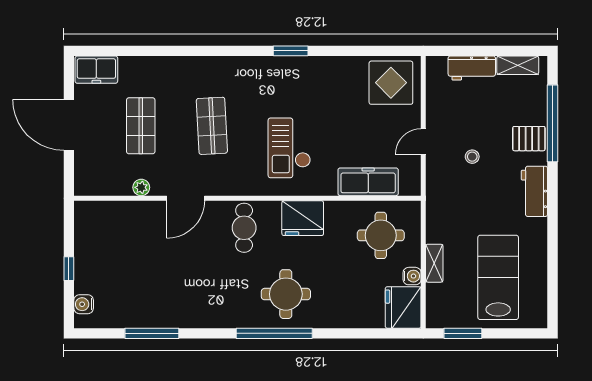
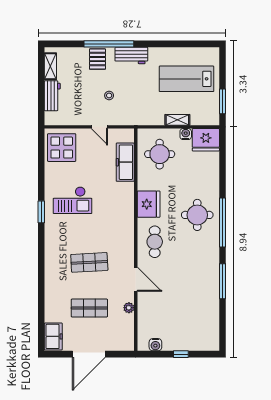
window: (553, 123) -> (109, 44), moved
checkout: (289, 148) -> (73, 200), moved
cafe table: (244, 228) -> (155, 242), turned 90
water cooler: (84, 304) -> (155, 345), moved
window: (152, 333) -> (222, 281), moved

